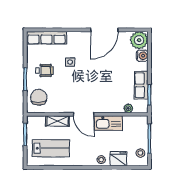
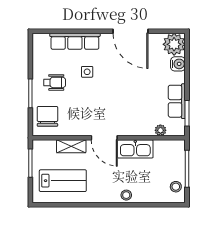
door: (104, 30) -> (130, 31), hinge flipped
row of seats: (46, 38) -> (75, 41), moved
fridge: (119, 159) -> (148, 194), removed

